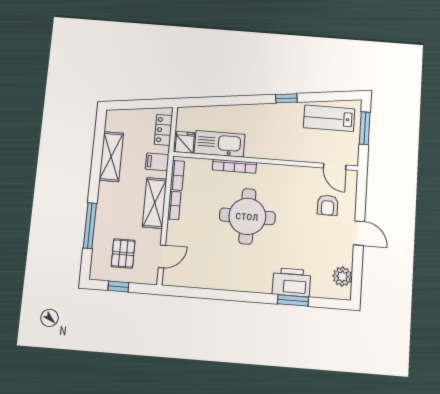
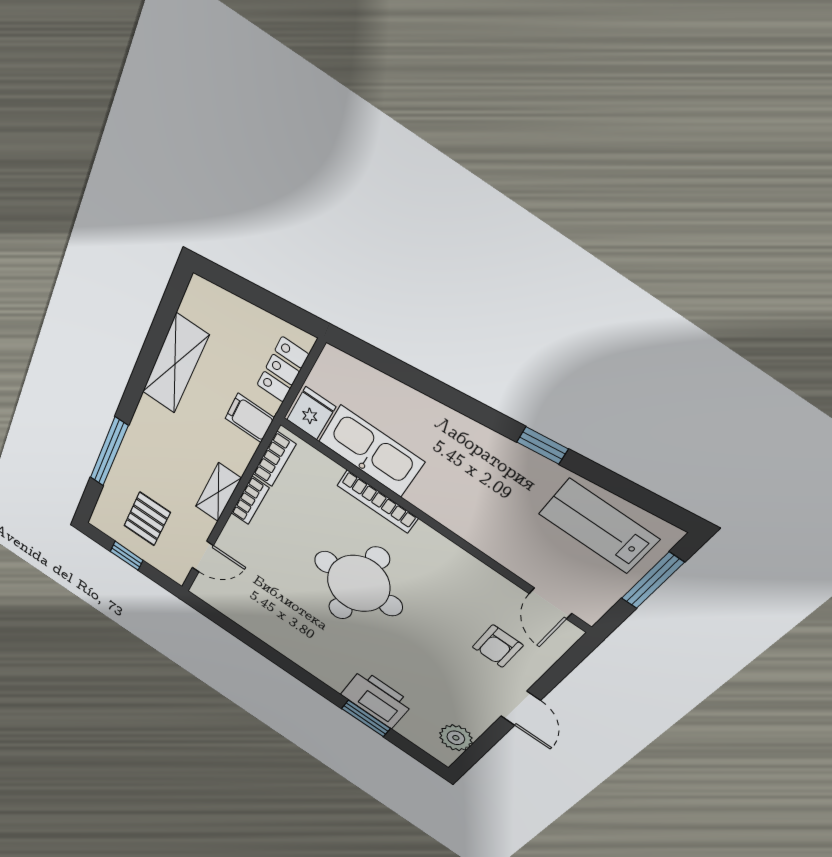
shelving: (155, 203) -> (218, 492), width x0.67, depth x0.75

